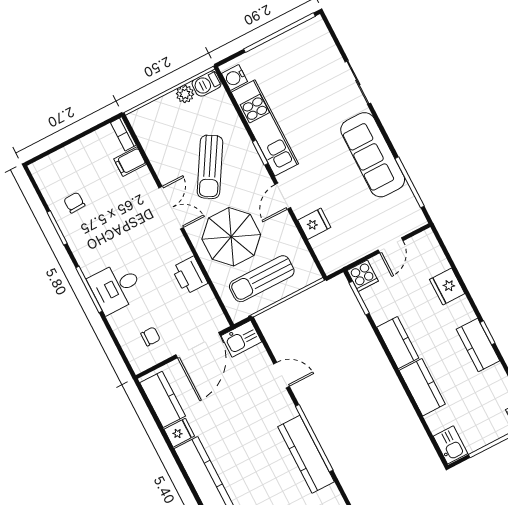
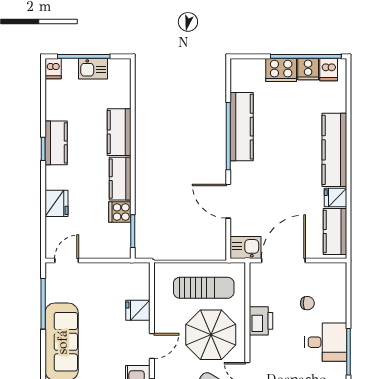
door: (391, 245) -> (67, 261), moved
cooker: (363, 276) -> (120, 212), moved, turned -90
chair: (150, 336) -> (307, 303), moved, turned 180
door: (281, 375) -> (228, 201), width x1.38
kitchen sink: (450, 445) -> (93, 69), moved, turned -90

